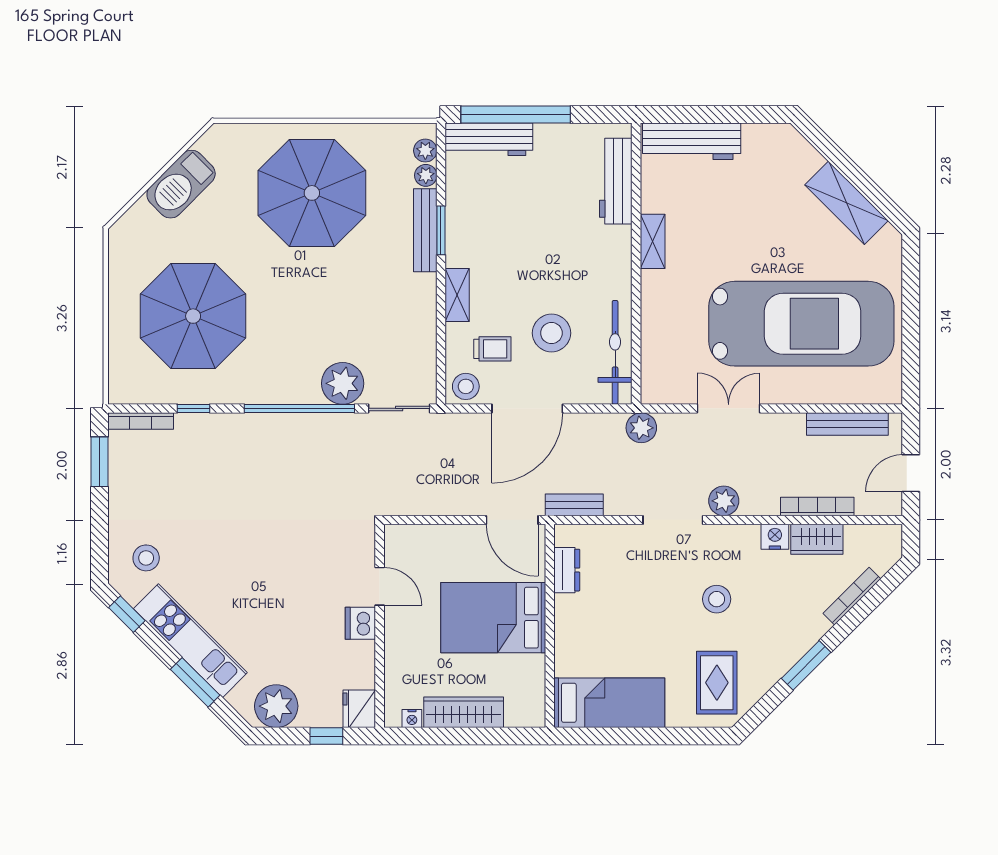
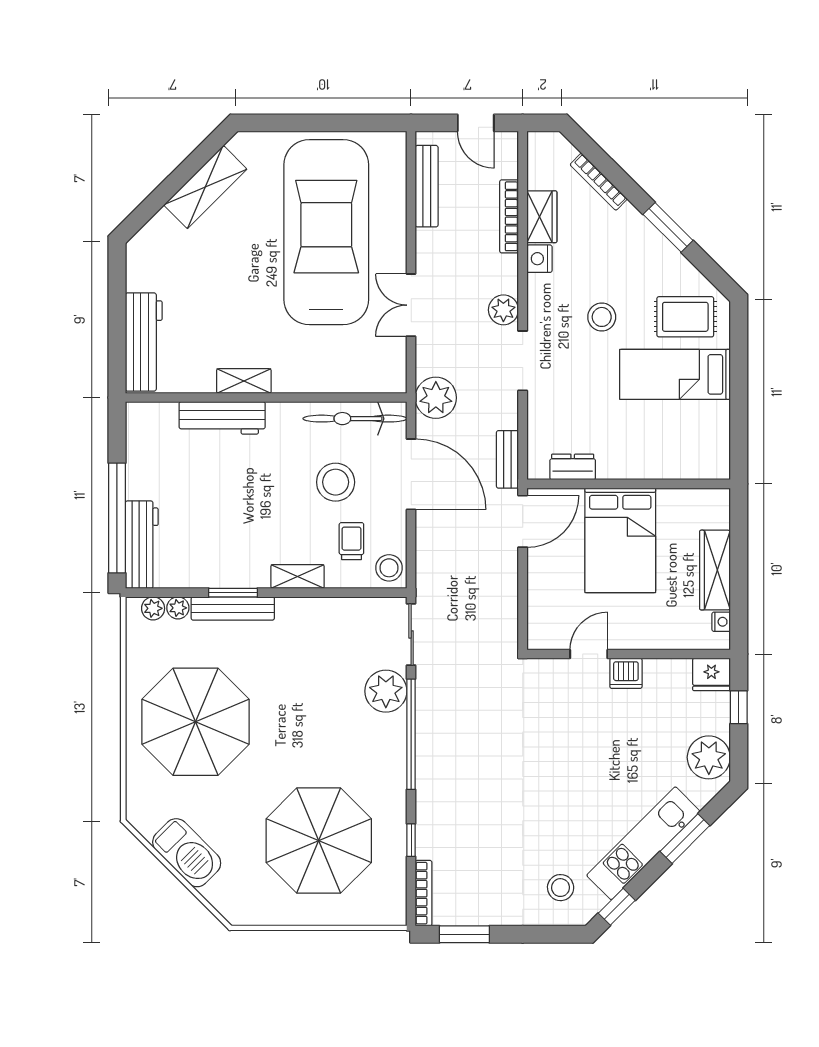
workbench: (616, 181) -> (222, 418), moved
door: (527, 408) -> (411, 474), moved
plant: (641, 428) -> (436, 398), width x1.36, depth x1.36
bed: (609, 703) -> (675, 374), moved, turned -90

